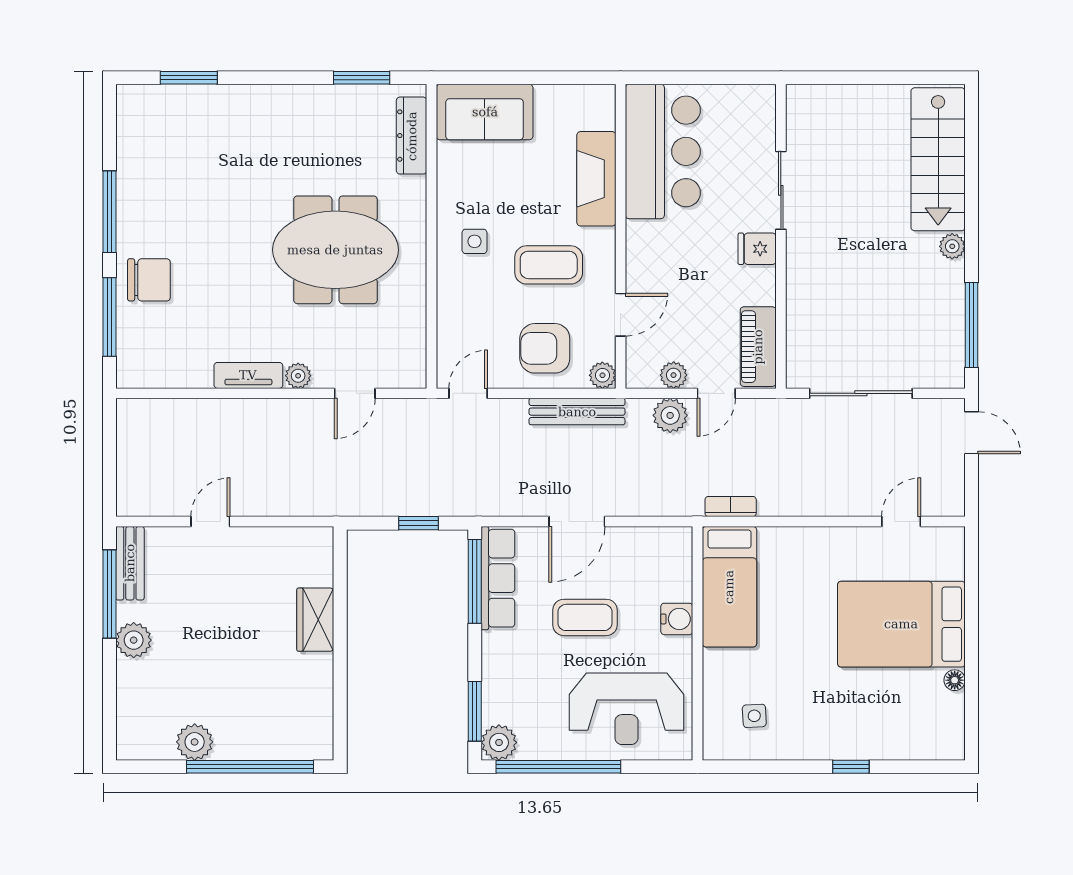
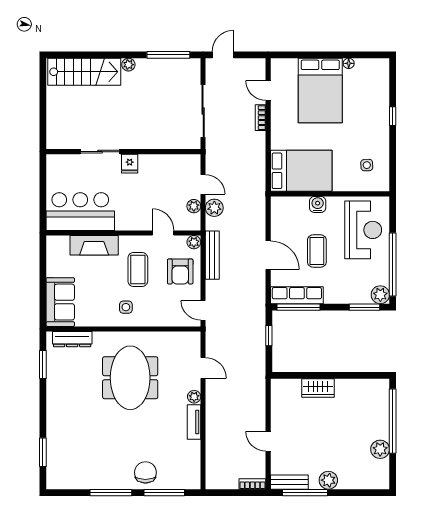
piano: (758, 347) -> (179, 163), removed
bookcase: (126, 491) -> (252, 484), added
bookcase: (731, 506) -> (261, 118), moved
bed: (729, 587) -> (301, 171), width x1.50

